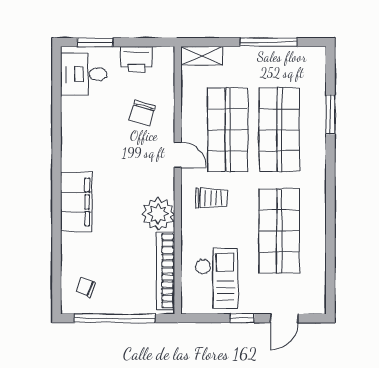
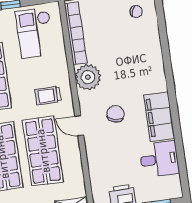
desk: (84, 74) -> (159, 159), moved
chair: (142, 113) -> (116, 114), moved
filing cabinet: (76, 202) -> (159, 117), moved

